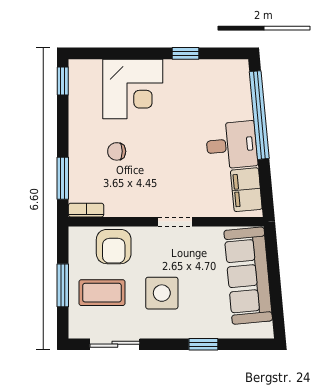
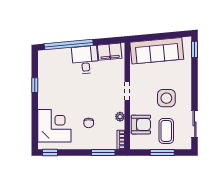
corner desk: (133, 89) -> (54, 126), moved
plant: (128, 209) -> (120, 117), added
window: (203, 344) -> (195, 49), moved

